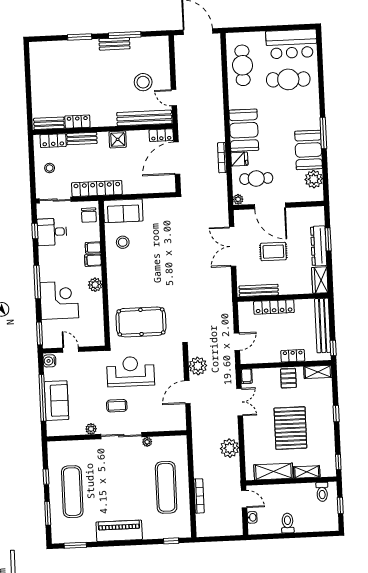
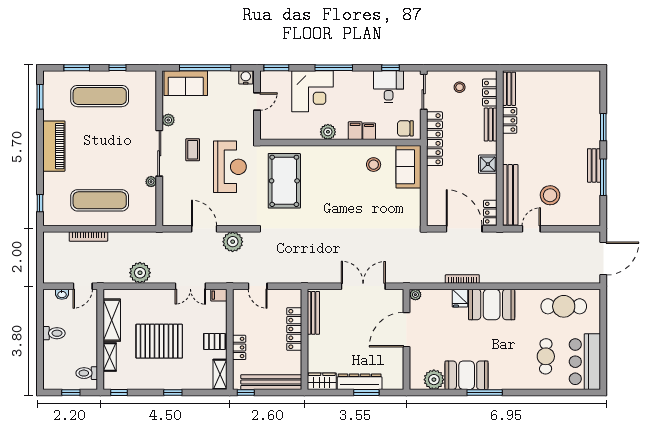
cafe table: (288, 79) -> (546, 356), width x0.73, depth x0.74
cafe table: (256, 179) -> (438, 316), removed
rug: (273, 252) -> (356, 331), removed
sofa: (56, 401) -> (186, 83), moved

